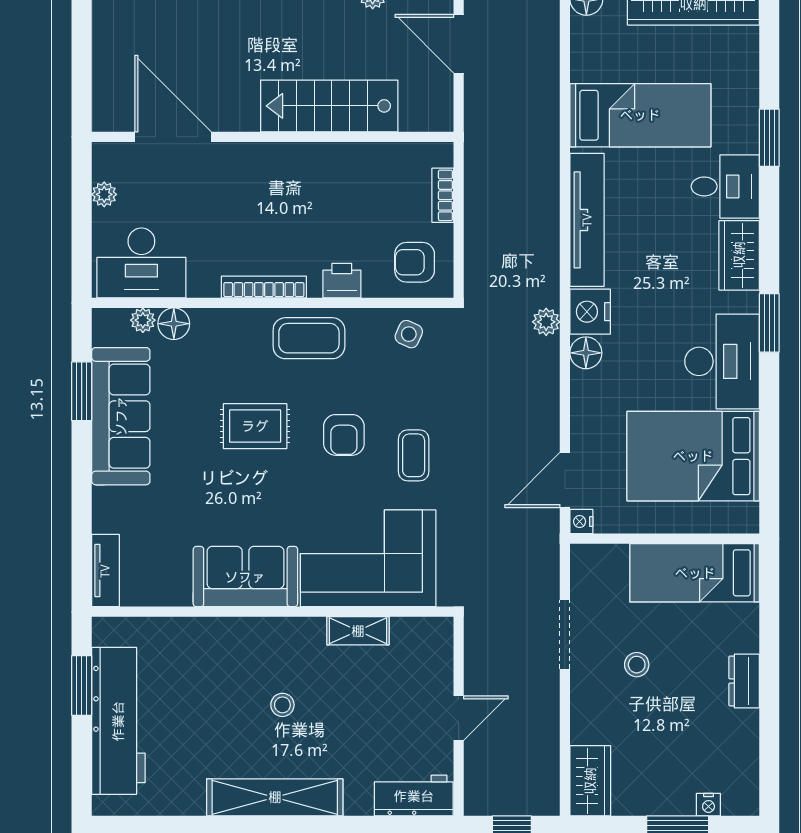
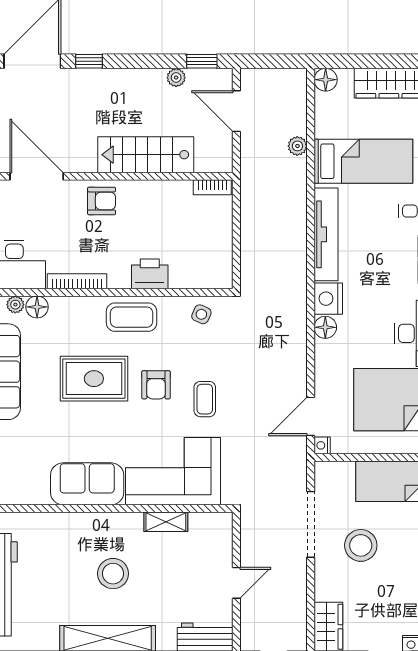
bookcase: (443, 195) -> (212, 187), moved, turned -90
armchair: (415, 262) -> (102, 201), moved, turned 180
printer: (342, 281) -> (150, 274), width x1.36, depth x1.24
bookcase: (264, 287) -> (77, 281), moved
plant: (546, 322) -> (297, 146), moved
rug: (255, 426) -> (94, 379), width x1.36, depth x1.43
doorway: (565, 635) -> (311, 524), width x1.36
stool: (637, 665) -> (361, 545), width x1.89, depth x1.89
stool: (282, 705) -> (113, 574), width x1.89, depth x1.89

